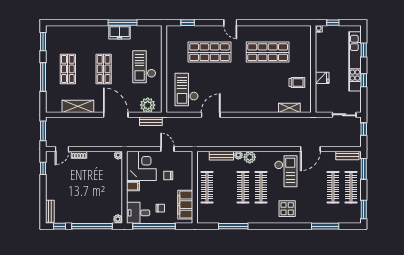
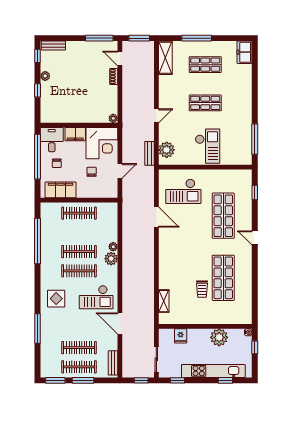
window: (122, 23) -> (255, 139), moved
door: (230, 23) -> (255, 238), hinge flipped
freezer: (120, 32) -> (245, 52), moved
window: (43, 42) -> (234, 38), removed
plant: (323, 56) -> (219, 337), added
checkout: (144, 67) -> (208, 146), turned 90
fridge: (322, 78) -> (181, 336), moved
window: (364, 80) -> (177, 380), moved
trolley: (297, 82) -> (202, 289), moved
checkout: (187, 90) -> (183, 191), turned 180
shelving: (78, 106) -> (165, 58), moved
door: (116, 115) -> (156, 116), width x0.53
bench: (221, 156) -> (113, 229), removed
window: (43, 168) -> (99, 38), width x2.17
window: (364, 169) -> (83, 380), moved
filing cabinet: (133, 186) -> (75, 134), width x2.00
plant: (118, 219) -> (45, 76), moved
window: (92, 226) -> (38, 90), width x0.32
window: (233, 226) -> (38, 241), width x1.46
window: (325, 226) -> (38, 328), moved

